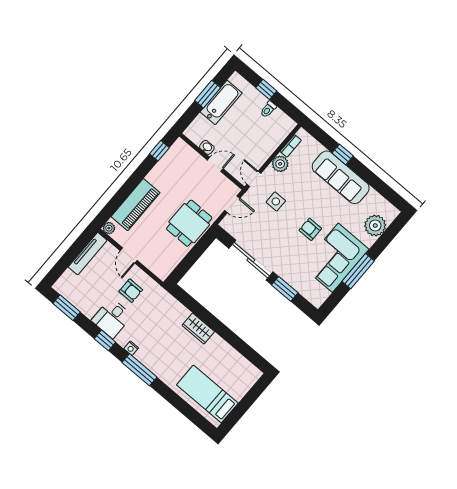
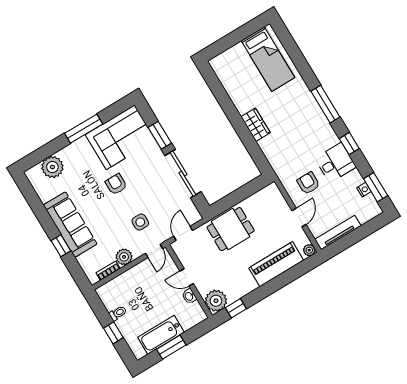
plant: (180, 152) -> (216, 301), added
door: (232, 204) -> (183, 233), hinge flipped
armchair: (310, 229) -> (116, 184), turned 180
corner sofa: (335, 258) -> (121, 137), moved
nightstand: (131, 348) -> (364, 190), moved

